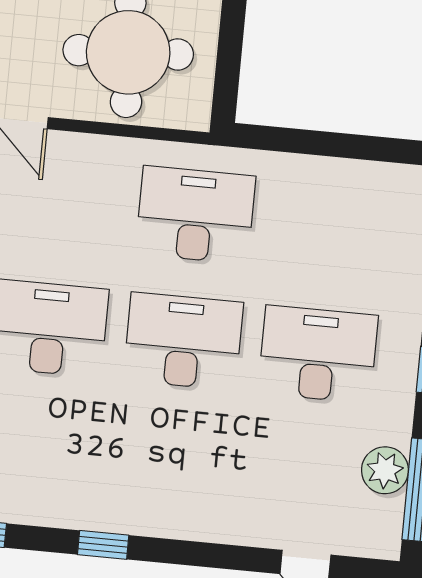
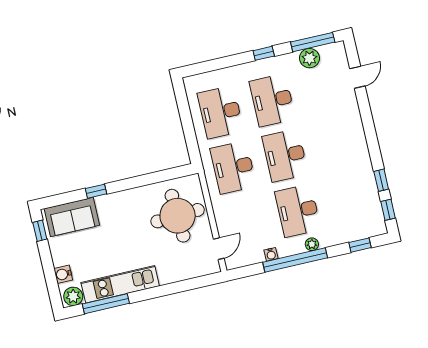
desk: (330, 228) -> (220, 112), added
window: (103, 545) -> (381, 180), moved

